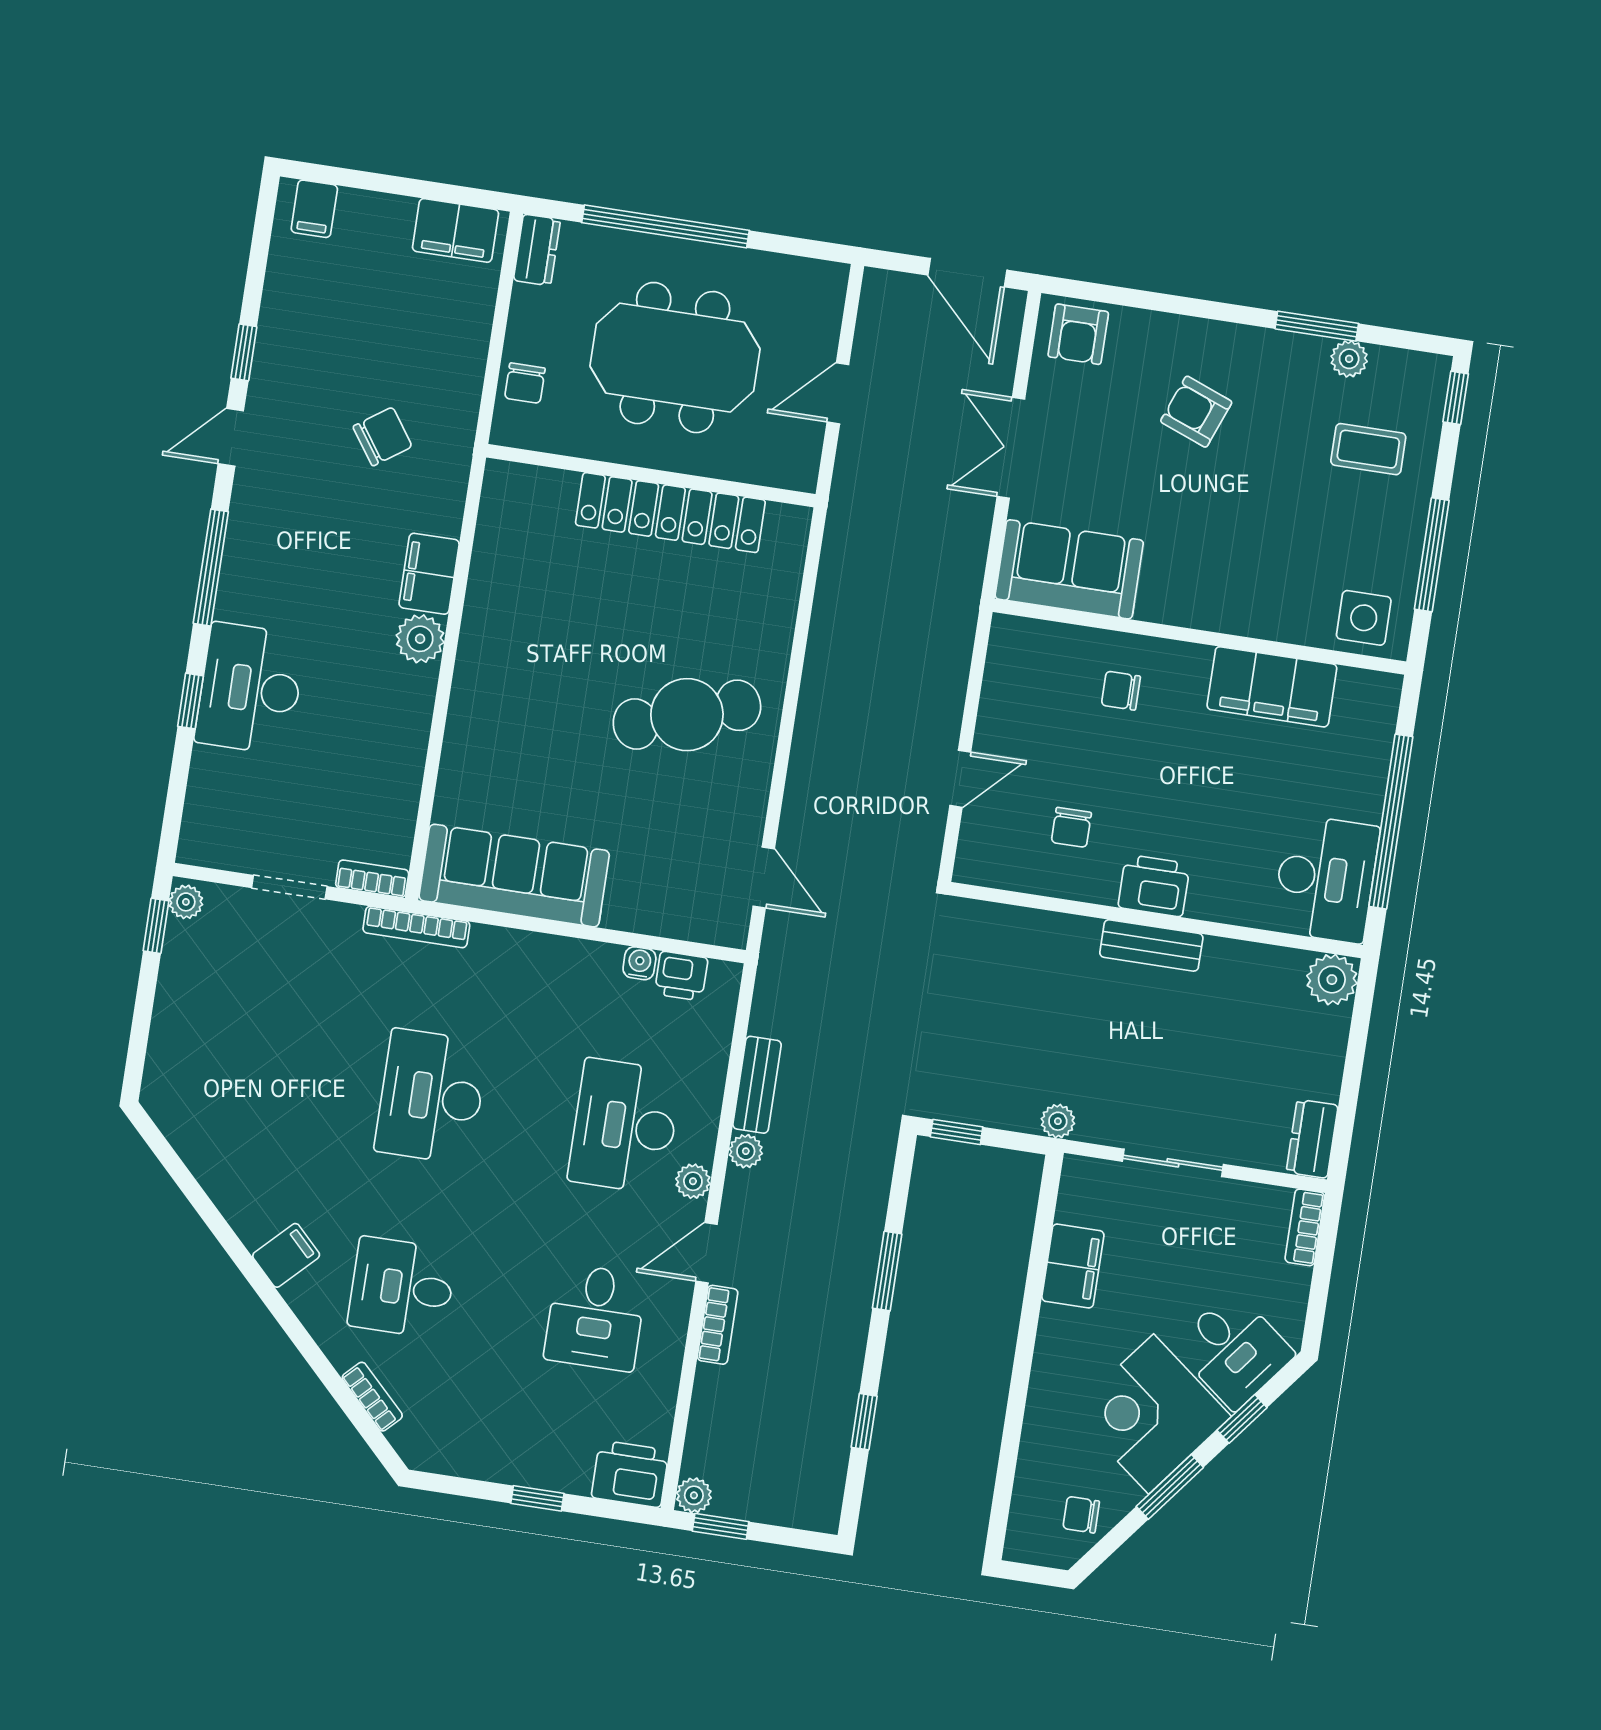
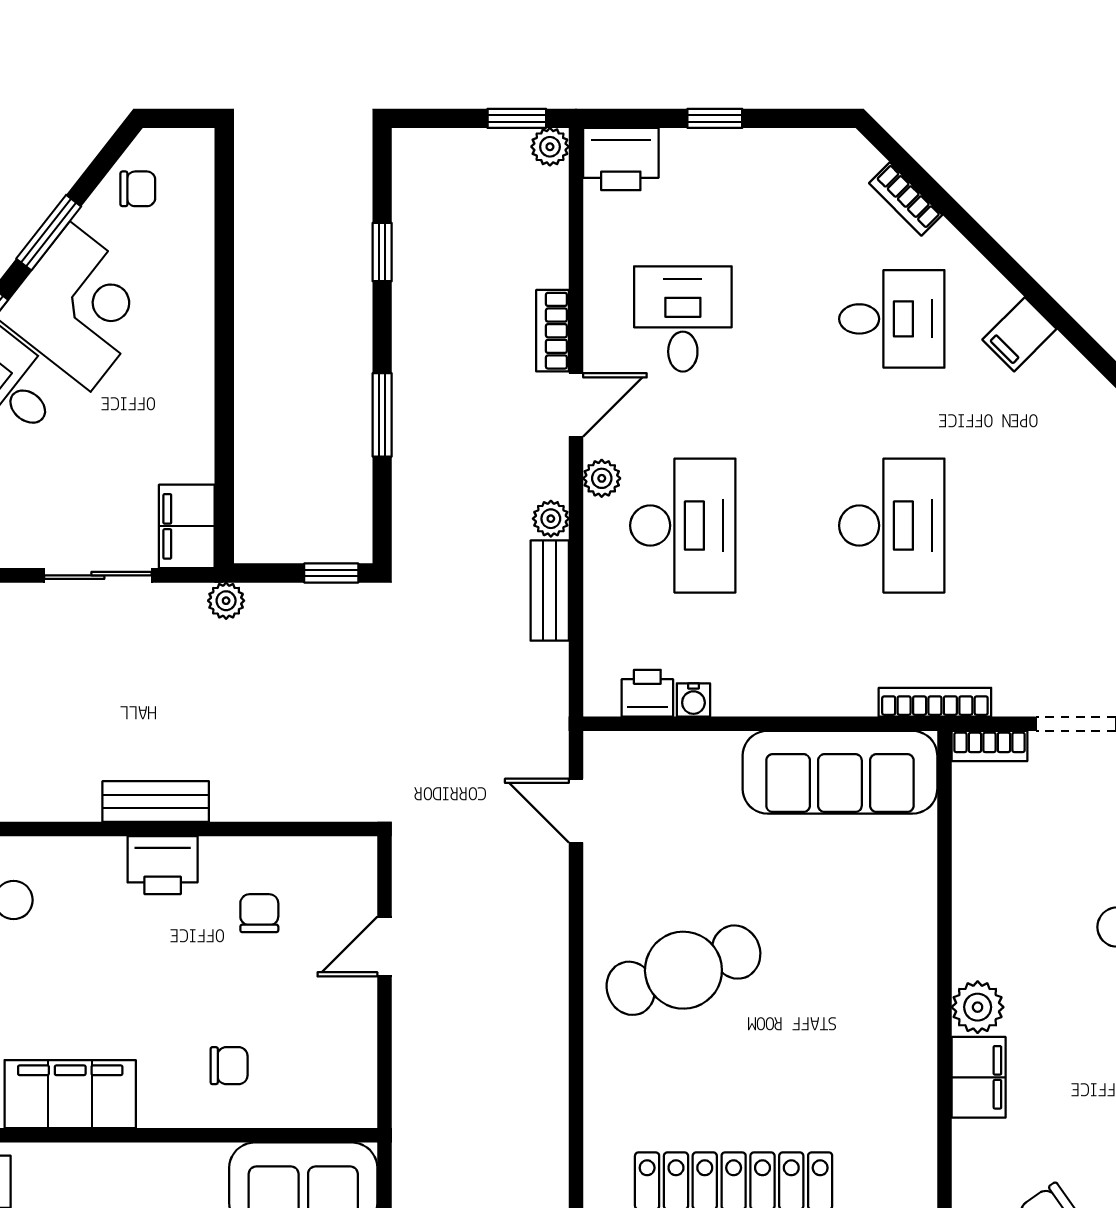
filing cabinet: (1073, 1266) -> (187, 526), moved

